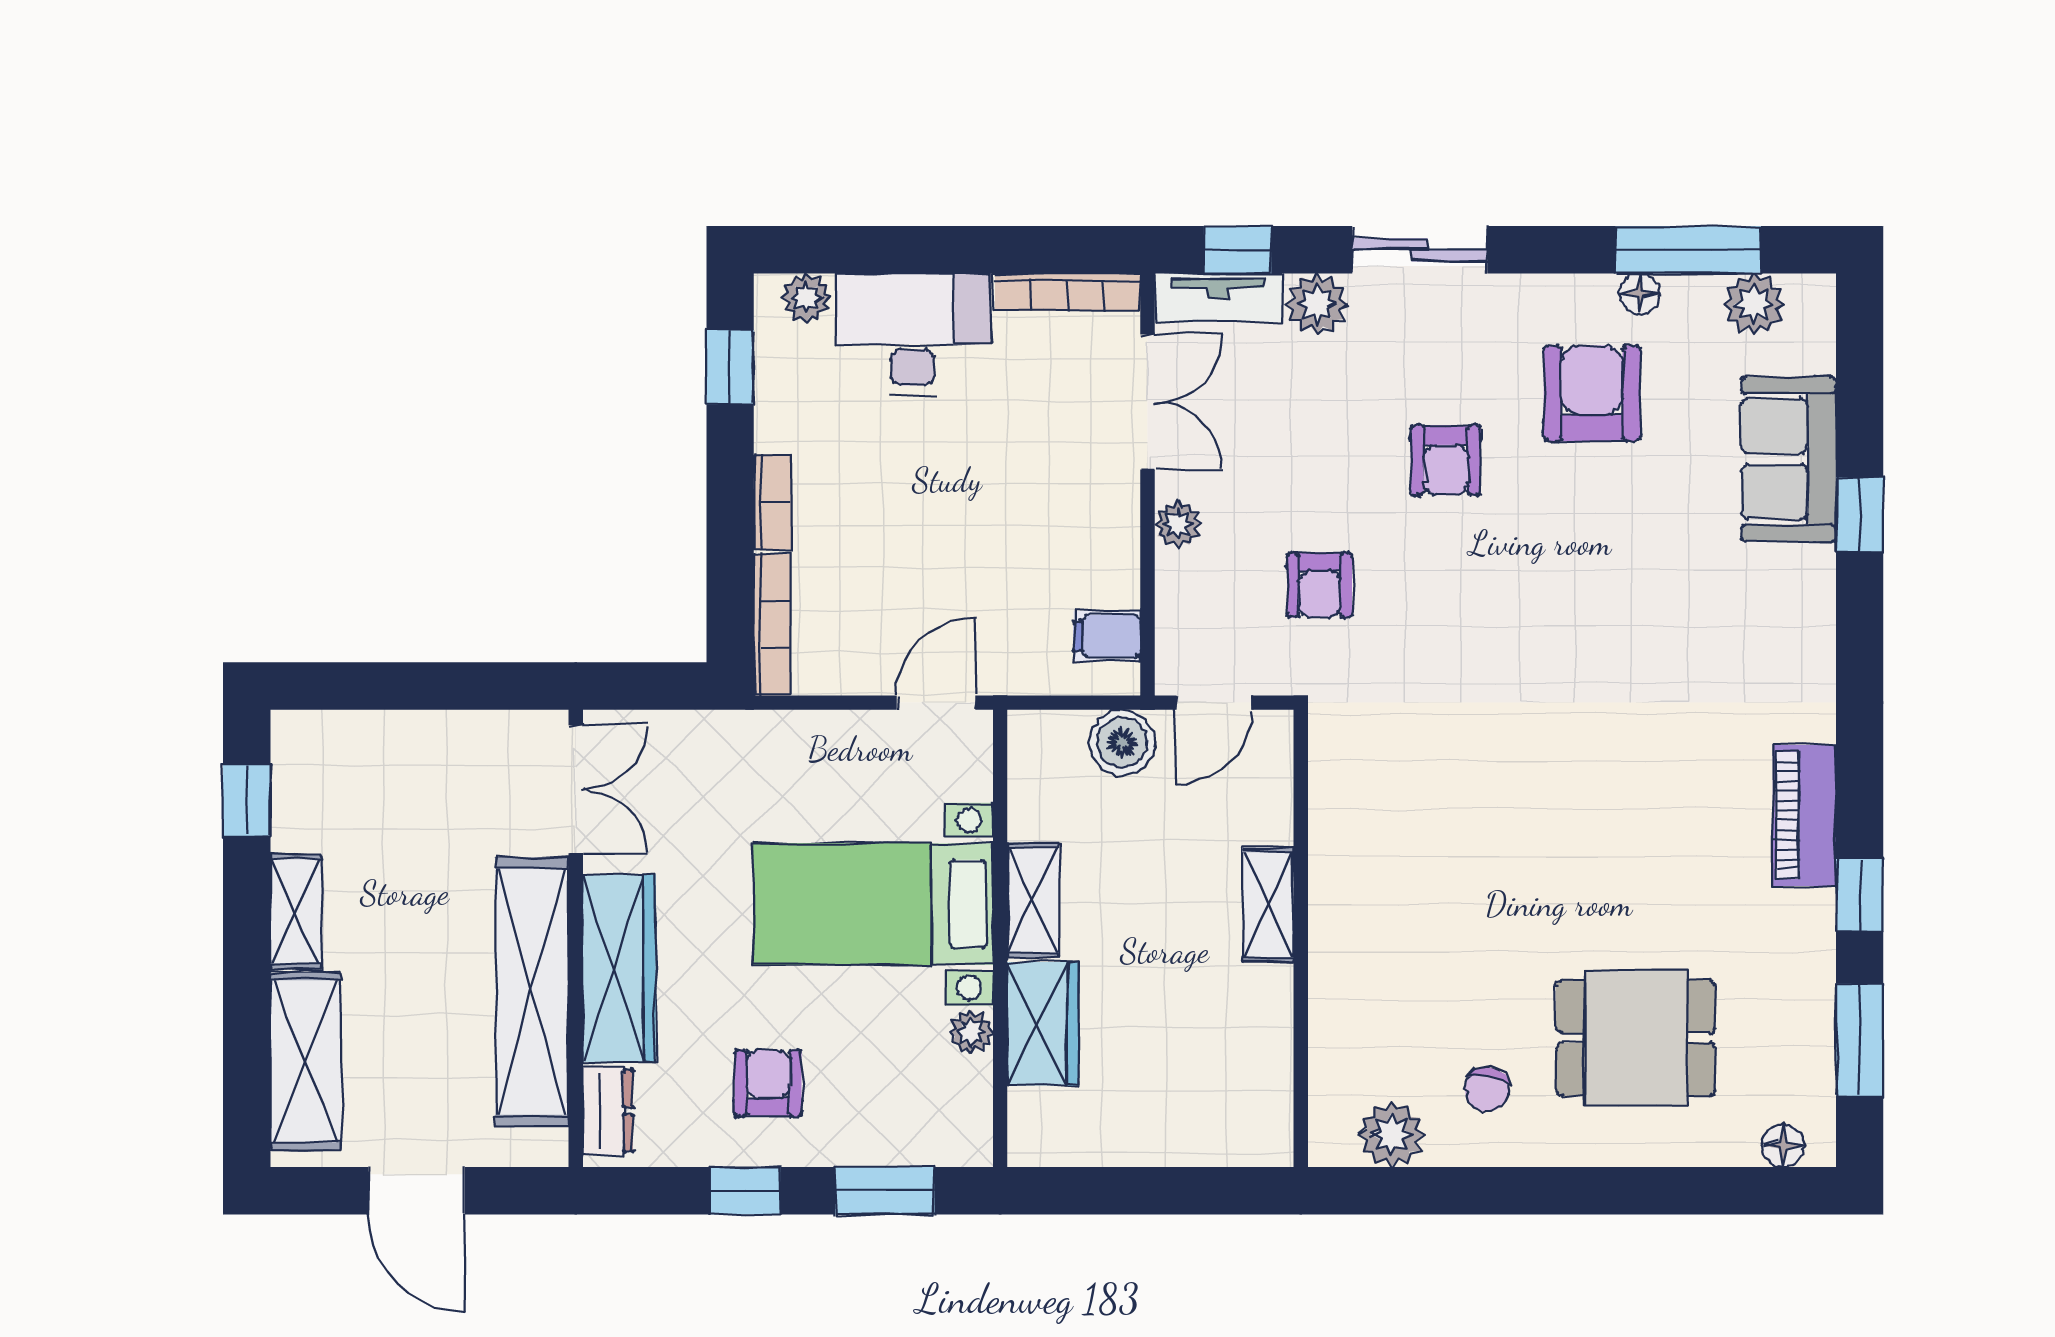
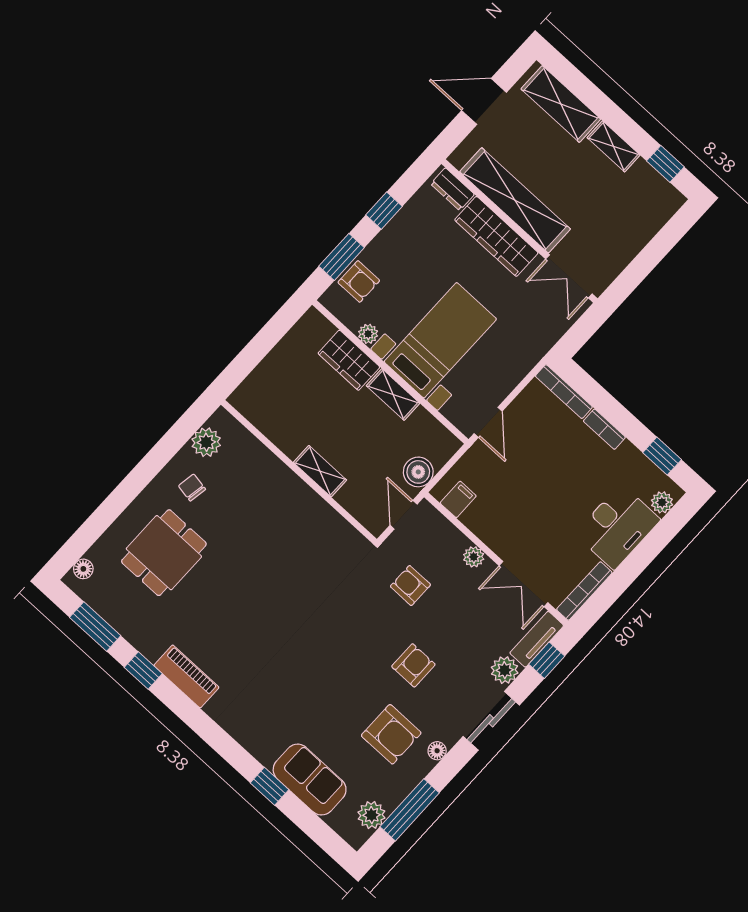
floor lamp: (1640, 294) -> (437, 751), moved
armchair: (1446, 460) -> (413, 665), turned 90
armchair: (768, 1083) -> (359, 281), moved

